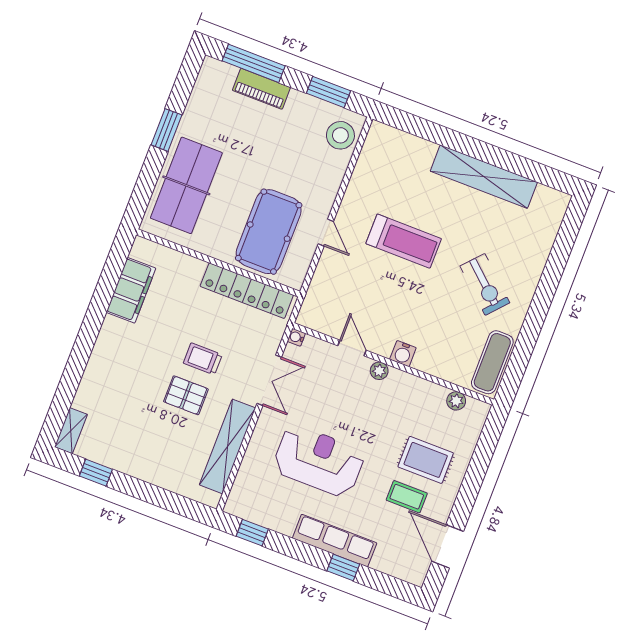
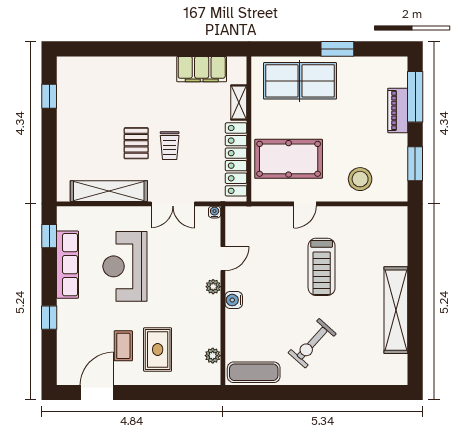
stool: (340, 135) -> (360, 179), moved
trolley: (203, 359) -> (170, 146), turned 180
shelving: (71, 431) -> (239, 103), moved, turned 90
reception desk: (319, 461) -> (125, 266), turned 180
row of seats: (335, 541) -> (67, 265), moved

